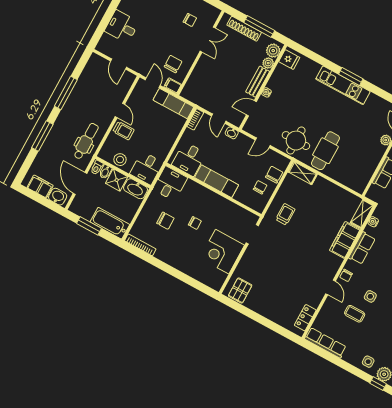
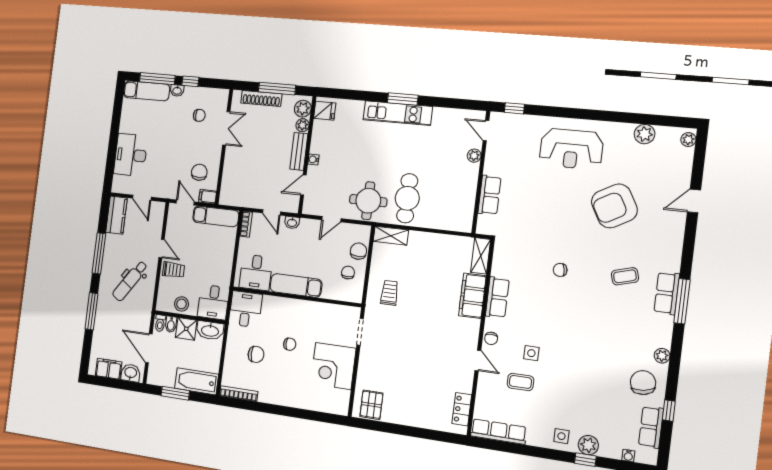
desk: (122, 27) -> (131, 155), width x1.37
kitchen counter: (92, 69) -> (116, 215), added
dental chair: (86, 141) -> (130, 281), moved, turned -146
water cooler: (373, 222) -> (498, 260), removed

